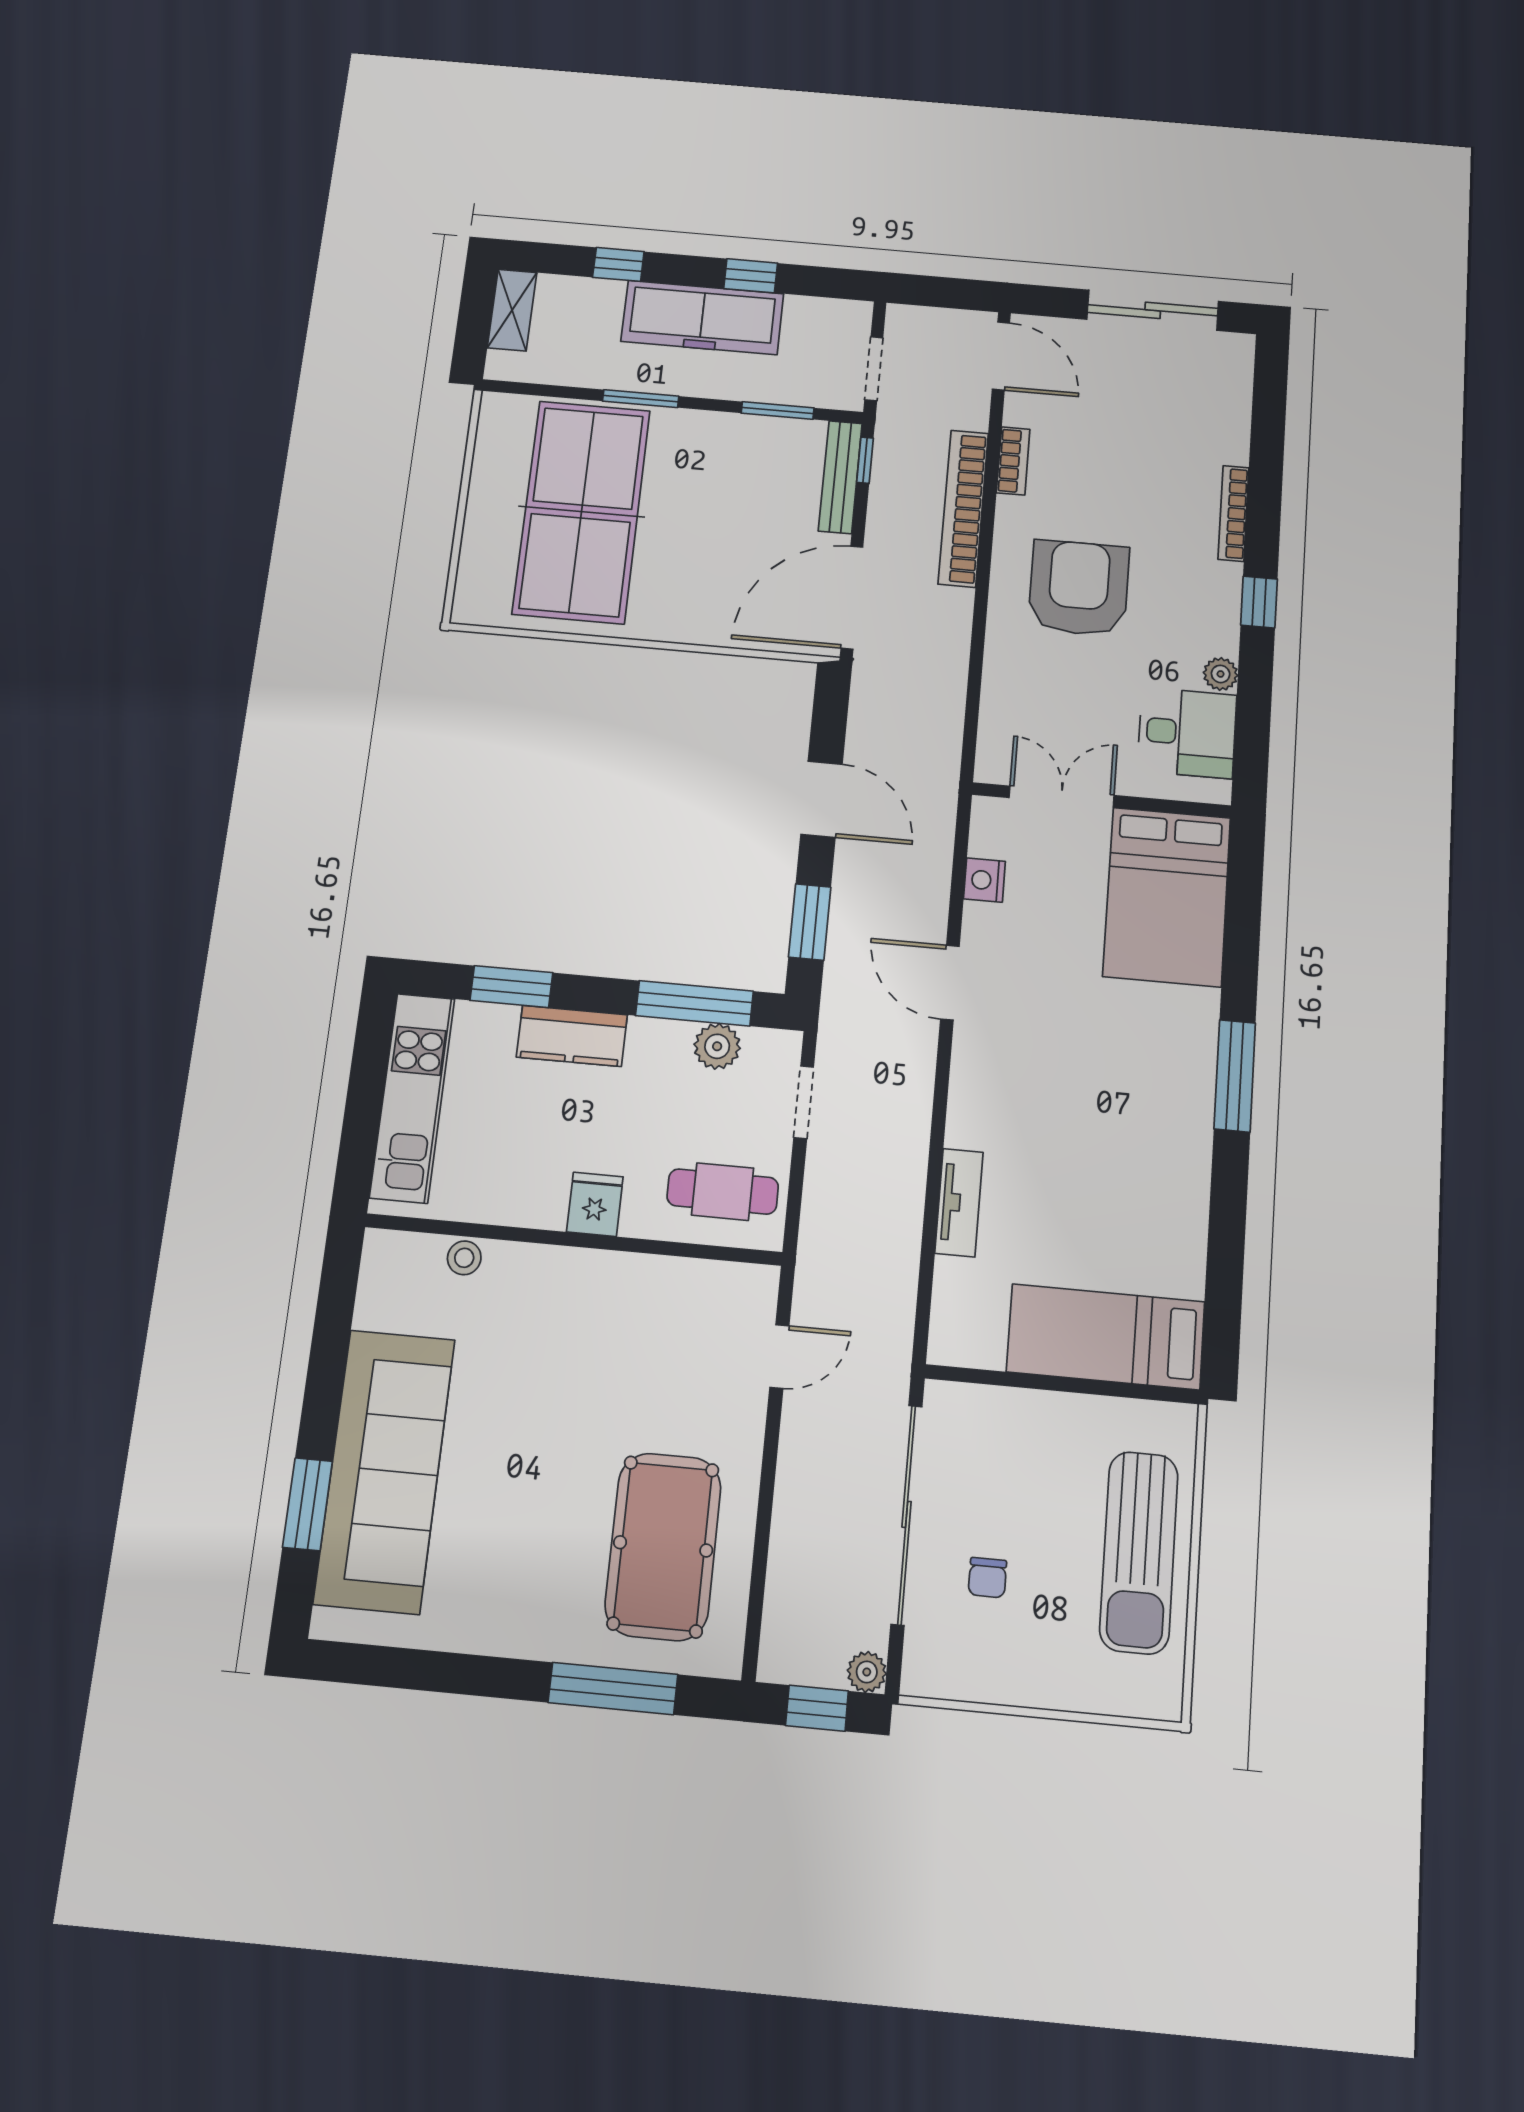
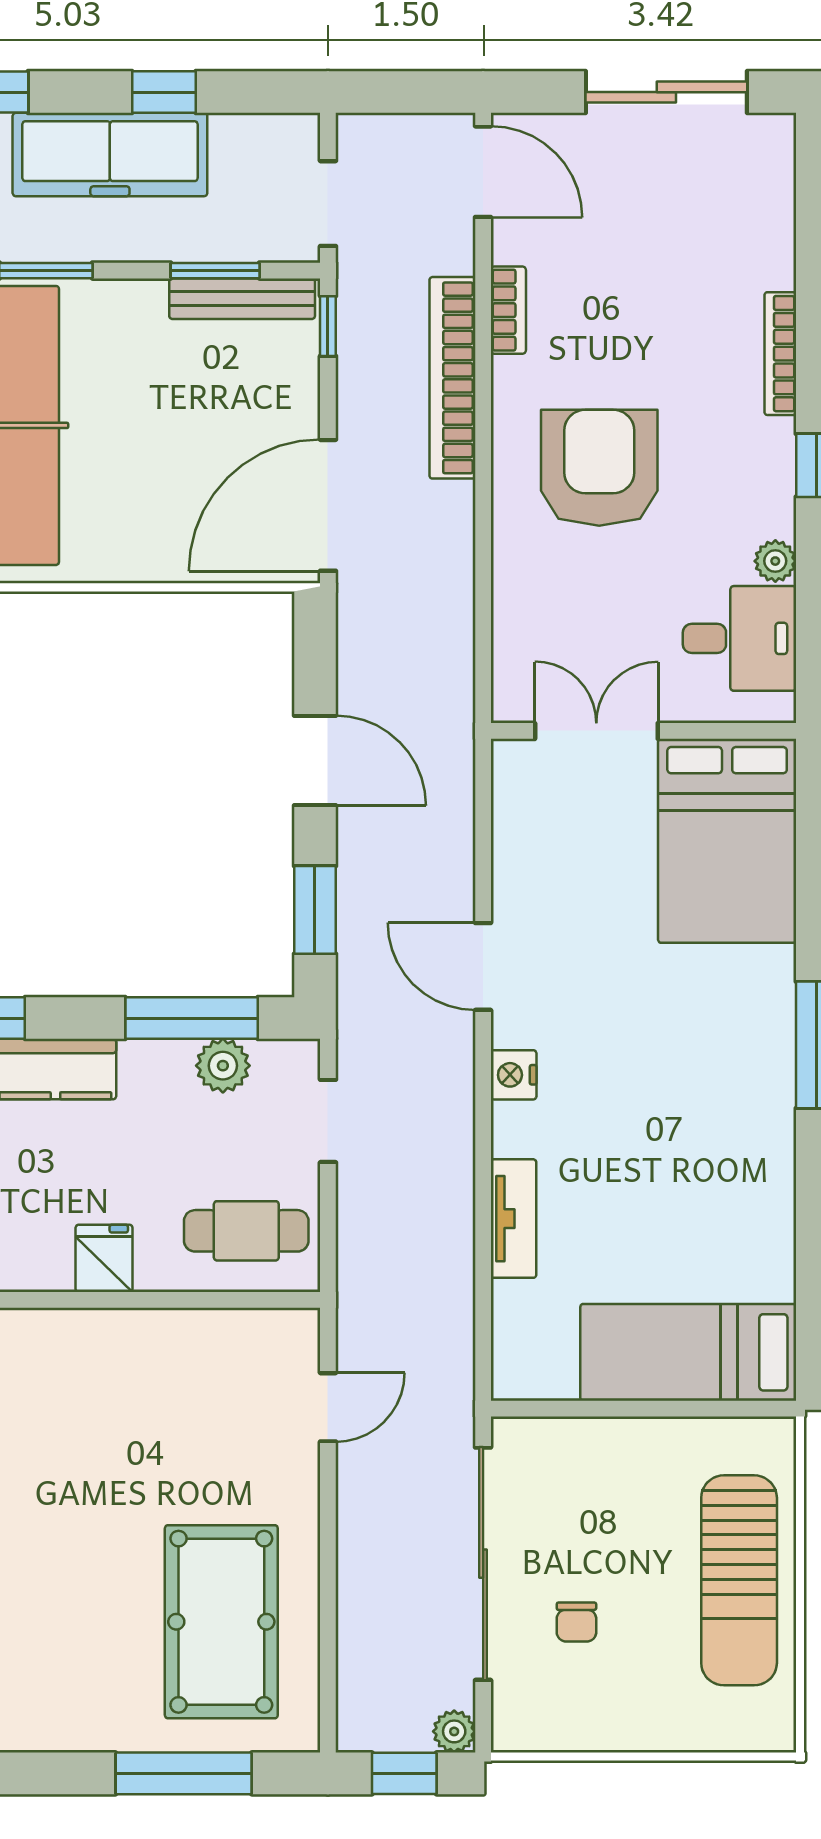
bench: (840, 477) -> (242, 299), moved, turned 90
nightstand: (984, 880) -> (514, 1075), moved

